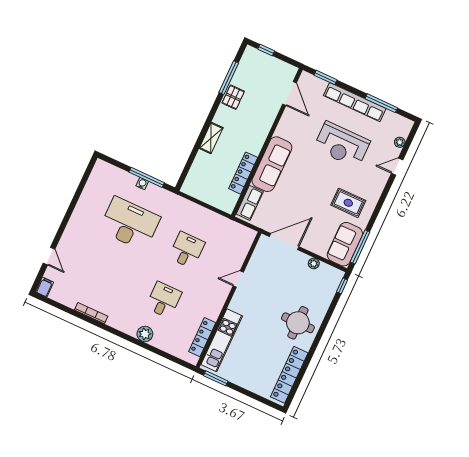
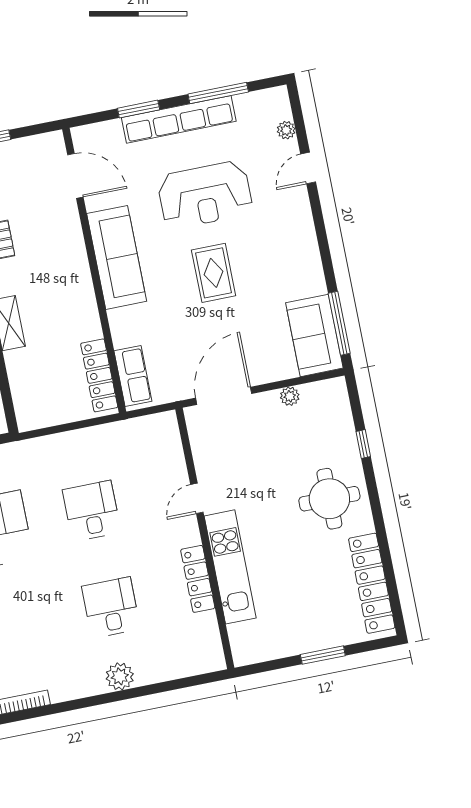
window: (325, 77) -> (139, 109), moved
sofa: (272, 164) -> (117, 257), moved
locker: (243, 173) -> (99, 375), moved
rug: (348, 203) -> (214, 273), moved, turned 90
window: (342, 286) -> (363, 444), moved
locker: (202, 337) -> (198, 579), moved
kitchen unit: (222, 340) -> (230, 567), moved
window: (216, 378) -> (323, 655), moved

